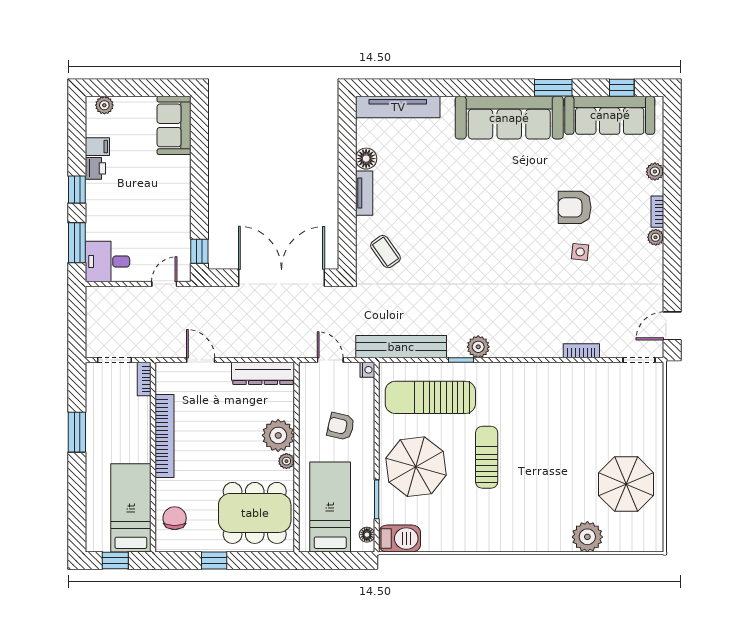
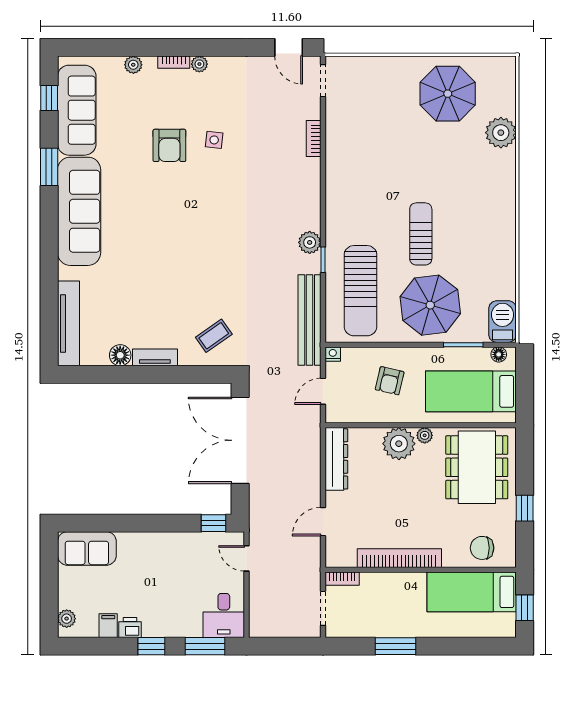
sun lounger: (487, 457) -> (421, 234), turned 90

